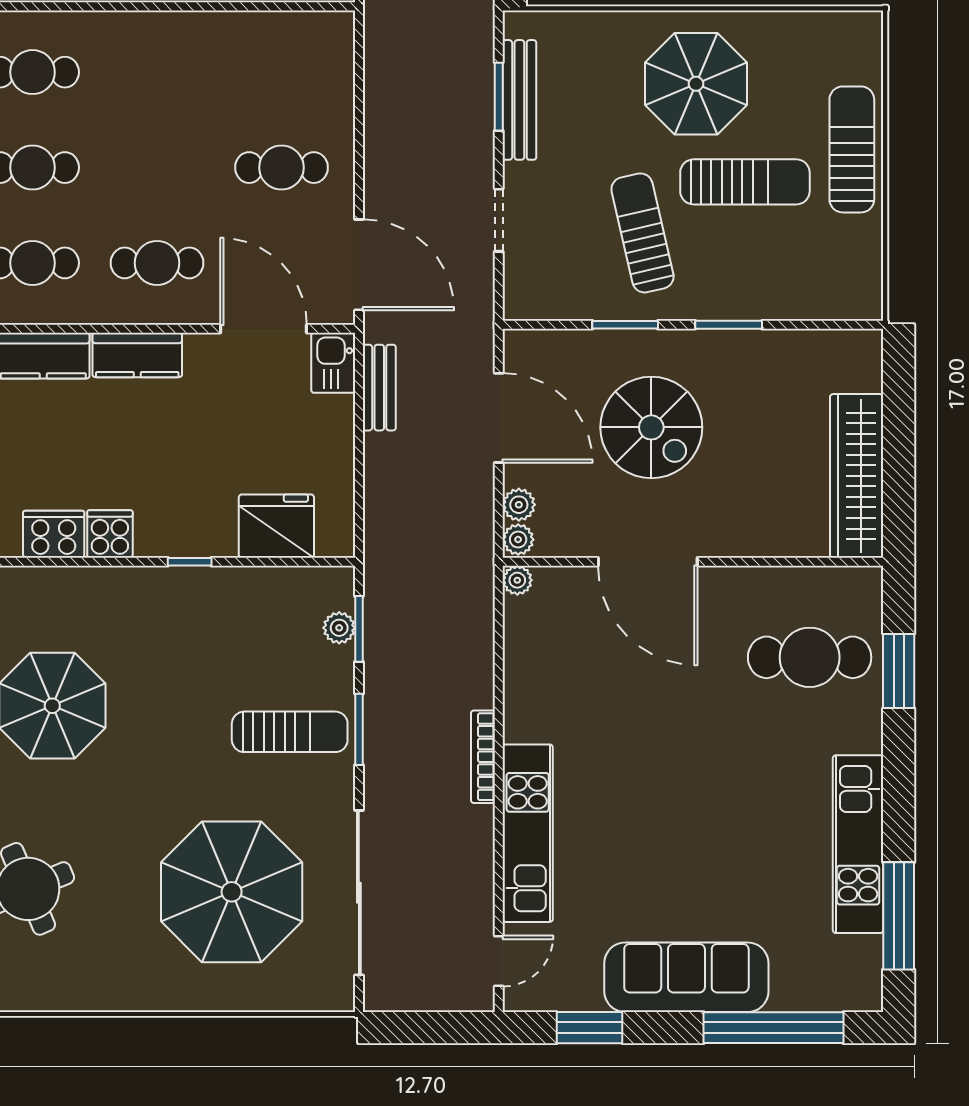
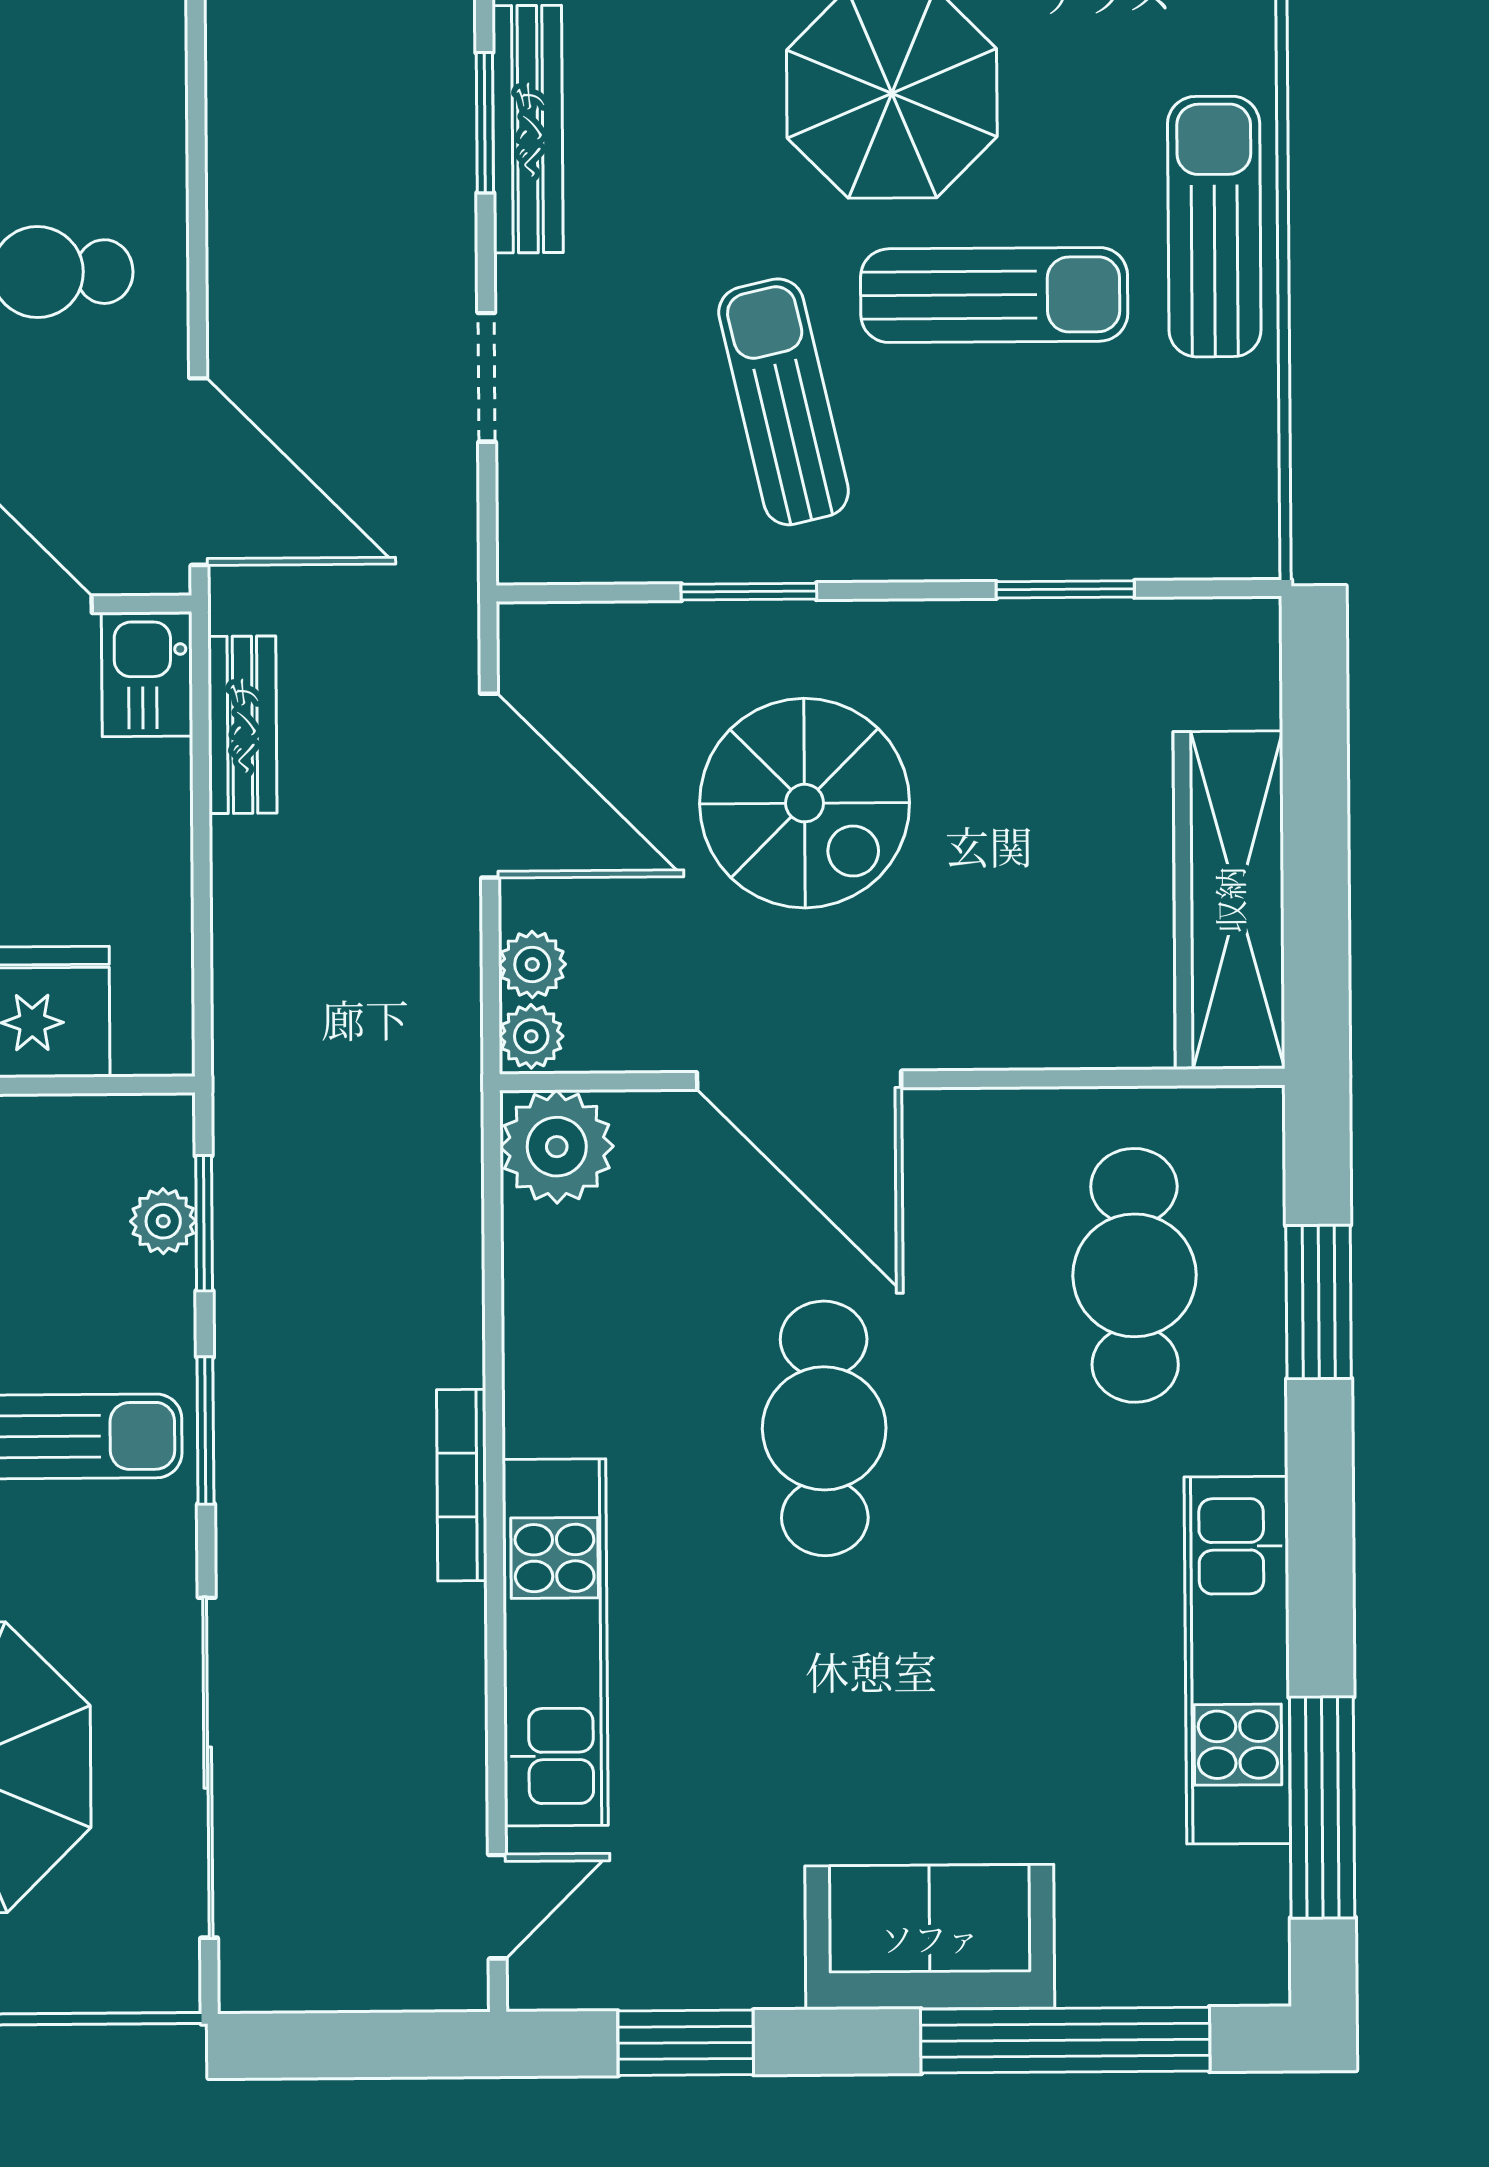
window: (729, 325) -> (1065, 589), moved
plant: (517, 580) -> (557, 1147), width x1.88, depth x1.88
cafe table: (810, 657) -> (1135, 1275), turned 90
cafe table: (659, 730) -> (824, 1428), added
sofa: (686, 977) -> (930, 1937), width x0.73

